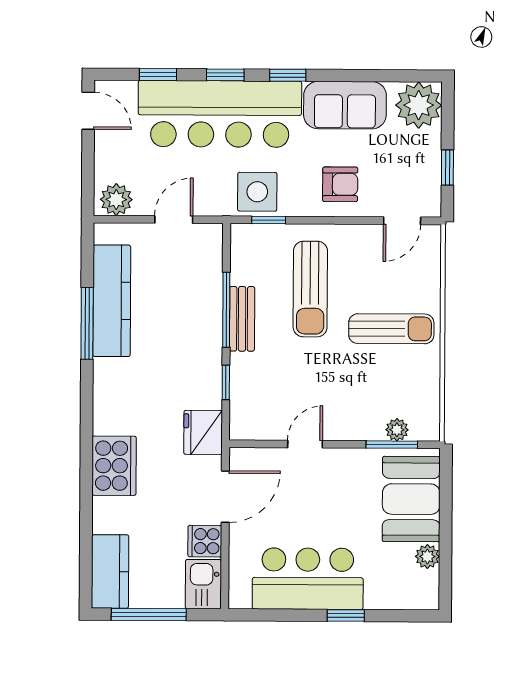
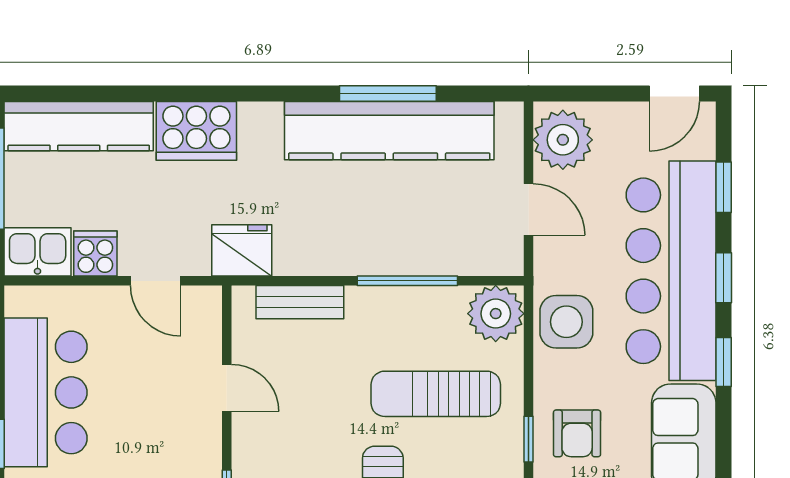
plant: (116, 200) -> (563, 140), width x1.36, depth x1.36
window: (269, 220) -> (528, 439), moved
plant: (251, 244) -> (496, 314), added
kitchen counter: (112, 301) -> (389, 131), width x1.39, depth x1.17
bench: (242, 319) -> (300, 302), moved
window: (226, 382) -> (310, 281), removed
door: (225, 497) -> (156, 281), width x0.73
kitchen counter: (110, 571) -> (79, 126), width x1.50

